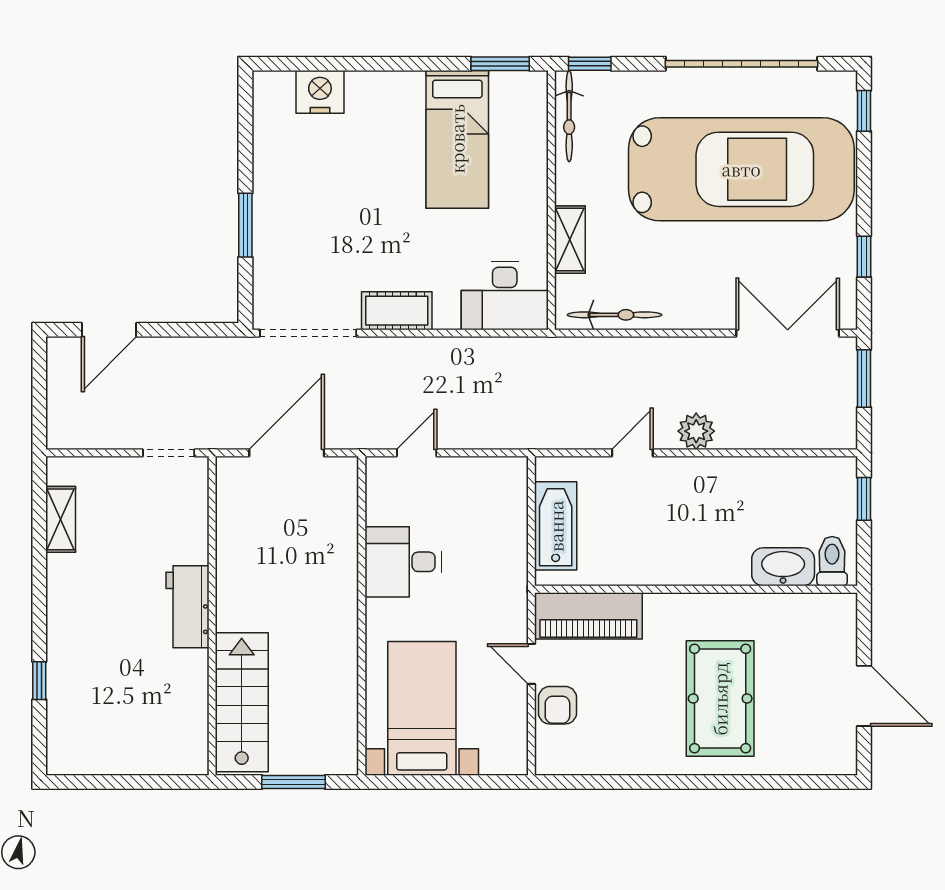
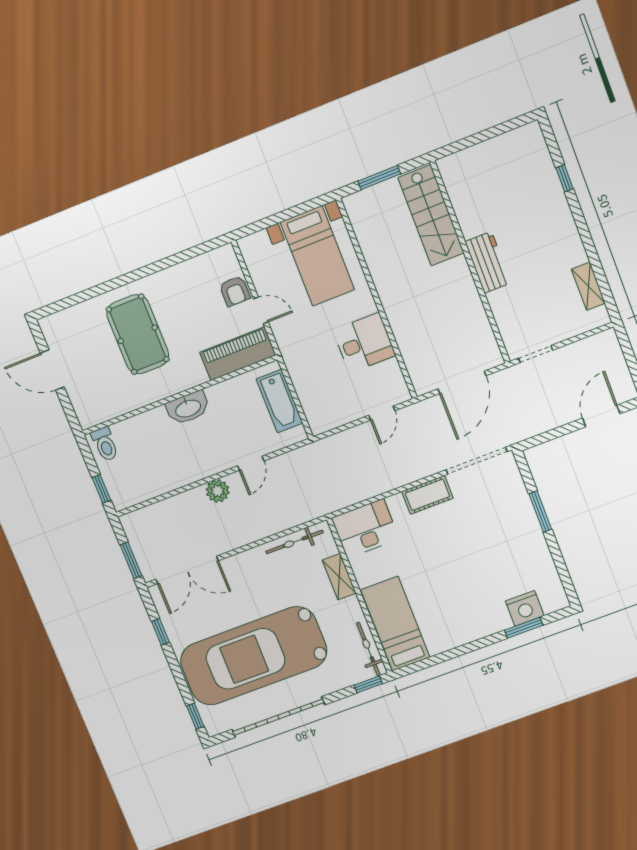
window: (500, 64) -> (524, 628), moved
bed: (457, 139) -> (395, 624), moved
washbasin: (783, 567) -> (188, 408), moved
armchair: (557, 705) -> (235, 291), turned 180

